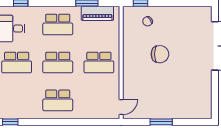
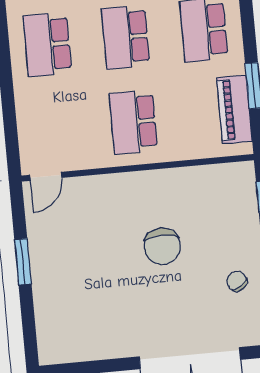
chair: (148, 21) -> (237, 281), moved
door: (121, 107) -> (46, 176), hinge flipped

